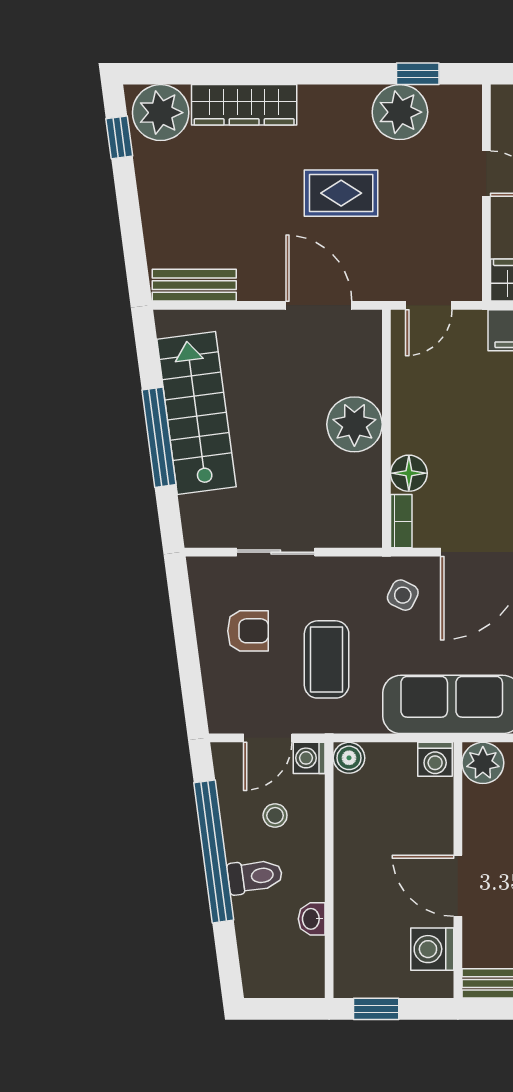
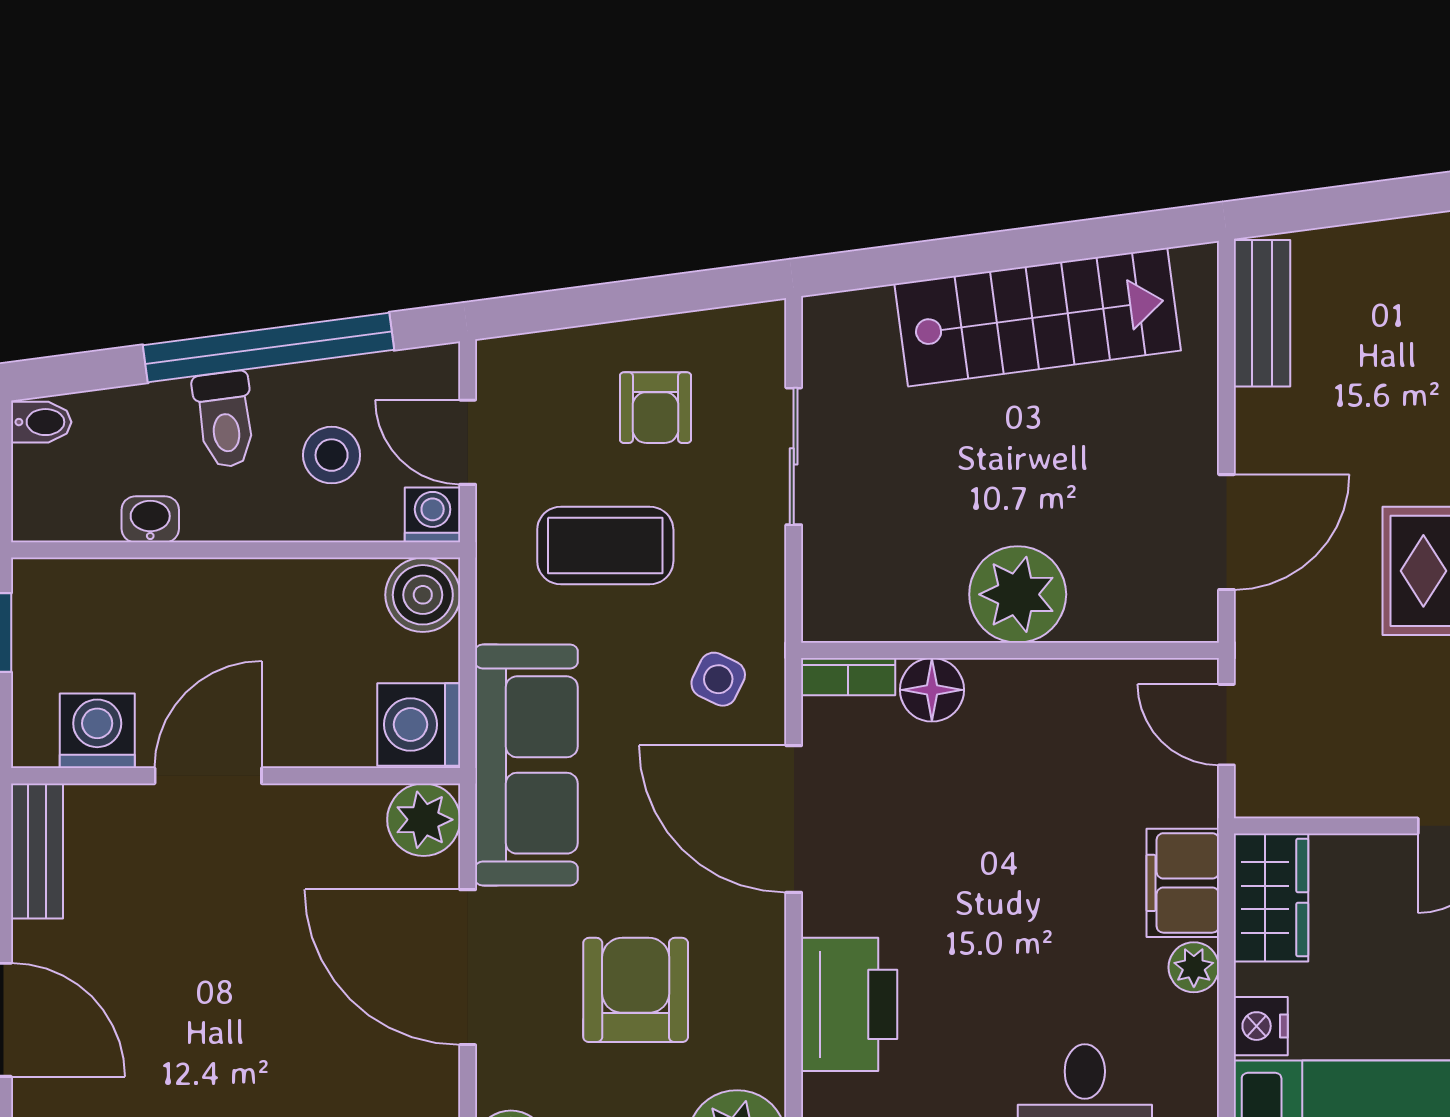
window: (159, 437) -> (995, 251), removed
boiler: (349, 758) -> (423, 595), width x1.36, depth x1.36
washing machine: (435, 759) -> (419, 724), width x1.38, depth x1.38
stool: (275, 815) -> (332, 455), width x1.37, depth x1.37
bidet: (256, 981) -> (41, 422), added

